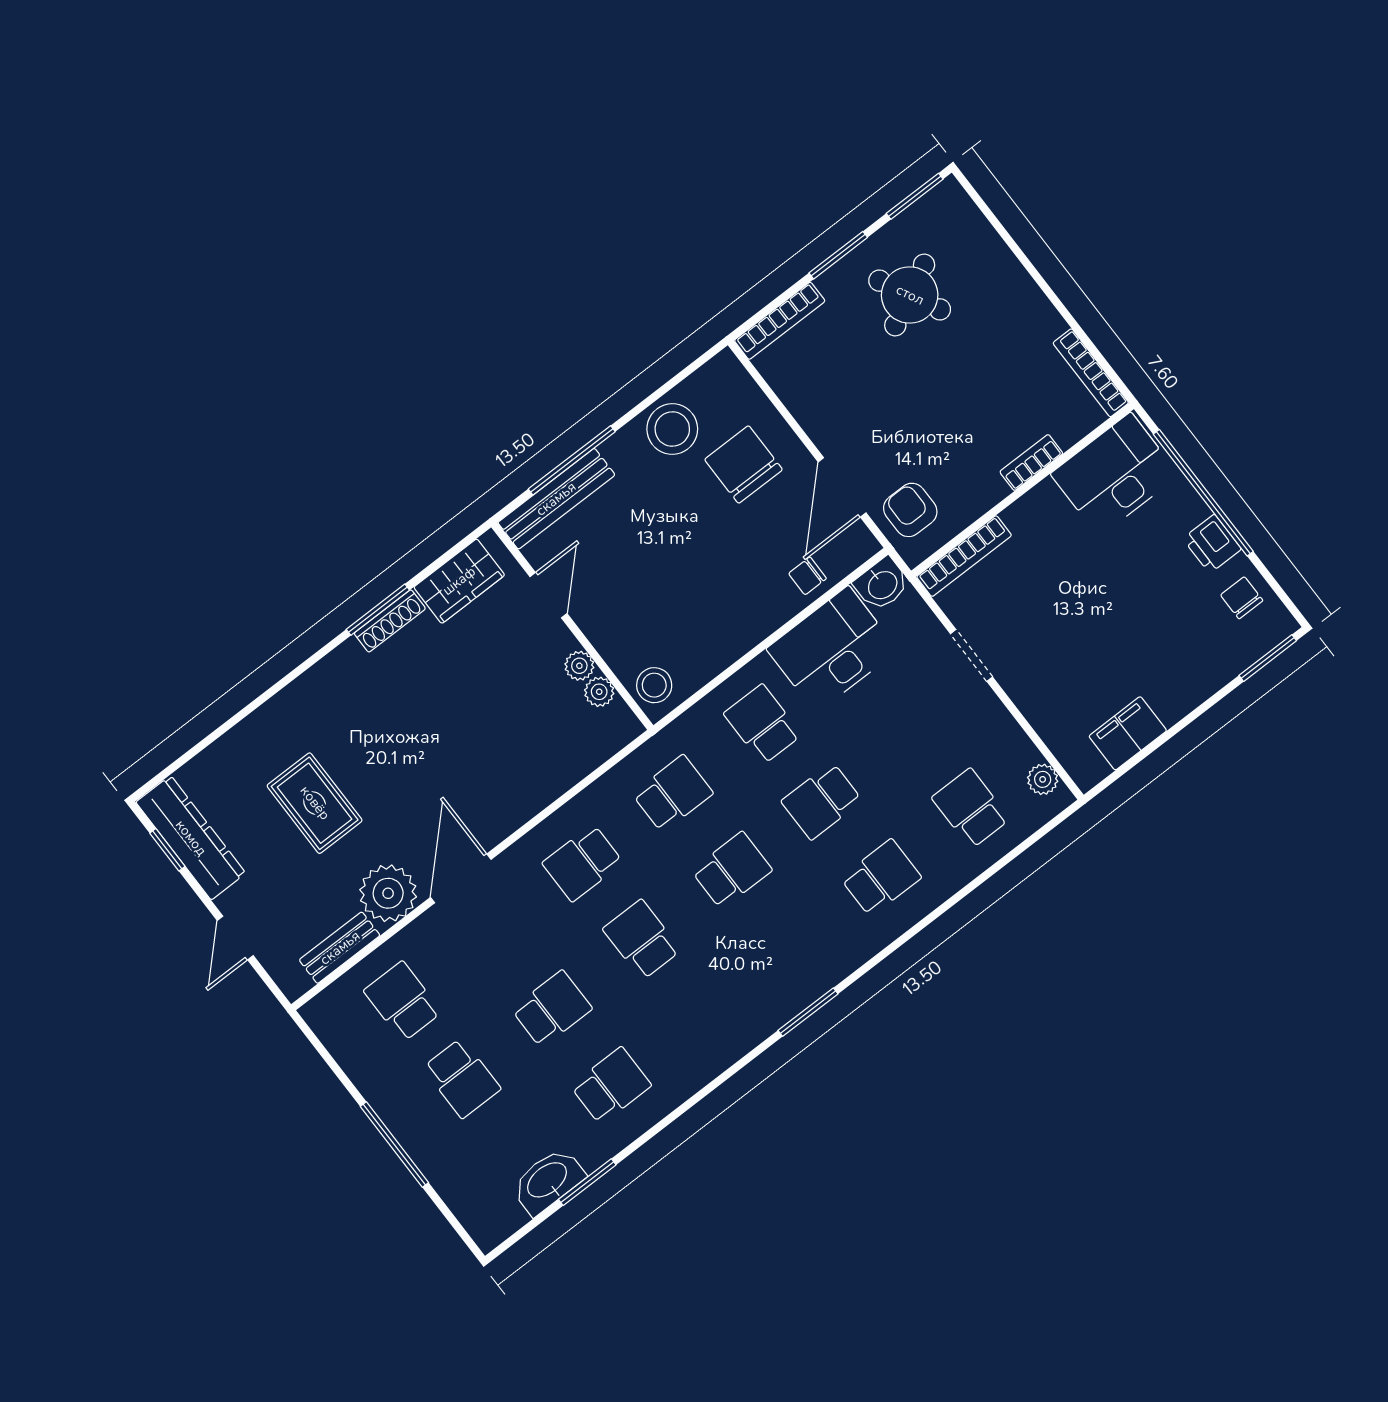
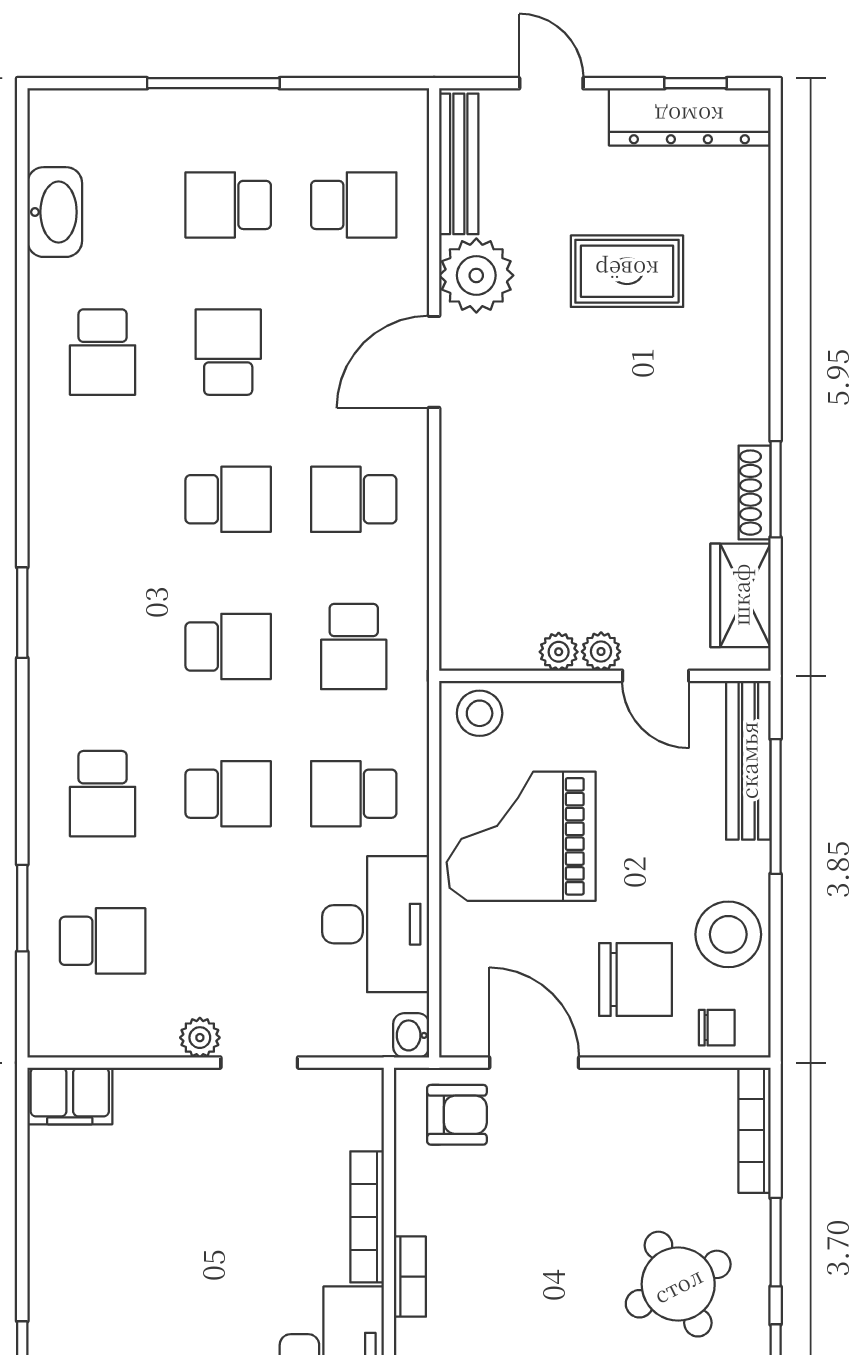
bookcase: (964, 556) -> (367, 1217), moved
chair: (807, 576) -> (717, 1028), moved, turned 90
washbasin: (882, 584) -> (411, 1035), width x0.72, depth x0.69
grand piano: (710, 602) -> (521, 836), added
plant: (599, 692) -> (601, 652), moved
school desk: (763, 724) -> (354, 794), turned 180
filing cabinet: (1128, 733) -> (70, 1096), moved, turned 90
plant: (1043, 779) -> (200, 1038), moved
school desk: (822, 801) -> (228, 794), turned 90
school desk: (583, 863) -> (354, 499), turned -90
school desk: (732, 870) -> (228, 646), turned -90
door: (461, 878) -> (434, 362), swing flipped
bench: (340, 948) -> (459, 164), width x1.36
school desk: (552, 1009) -> (228, 352), turned 180
window: (587, 1182) -> (22, 908), moved

